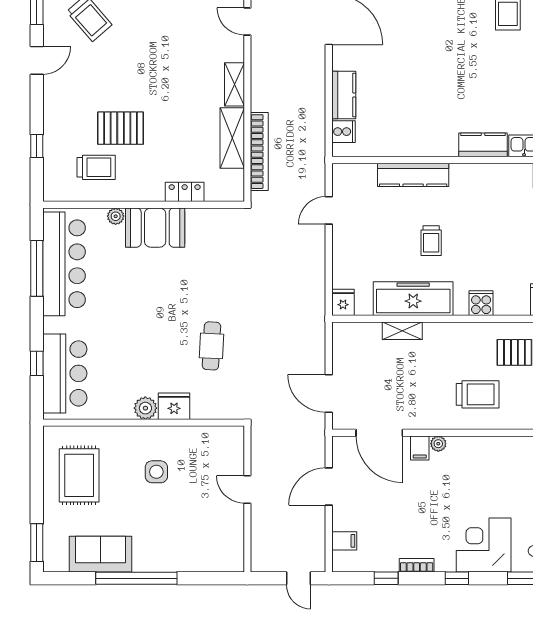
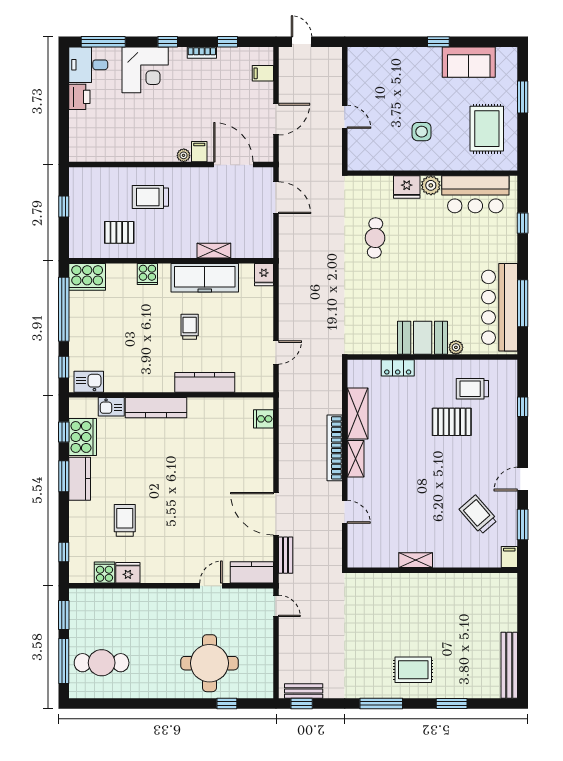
kitchen counter: (344, 95) -> (263, 450), removed
kitchen counter: (483, 145) -> (156, 408), width x1.50
bookcase: (259, 152) -> (335, 448), moved
bar counter: (65, 373) -> (475, 194), moved, turned -90
window: (37, 543) -> (523, 97), moved
window: (136, 578) -> (438, 42), width x0.32

